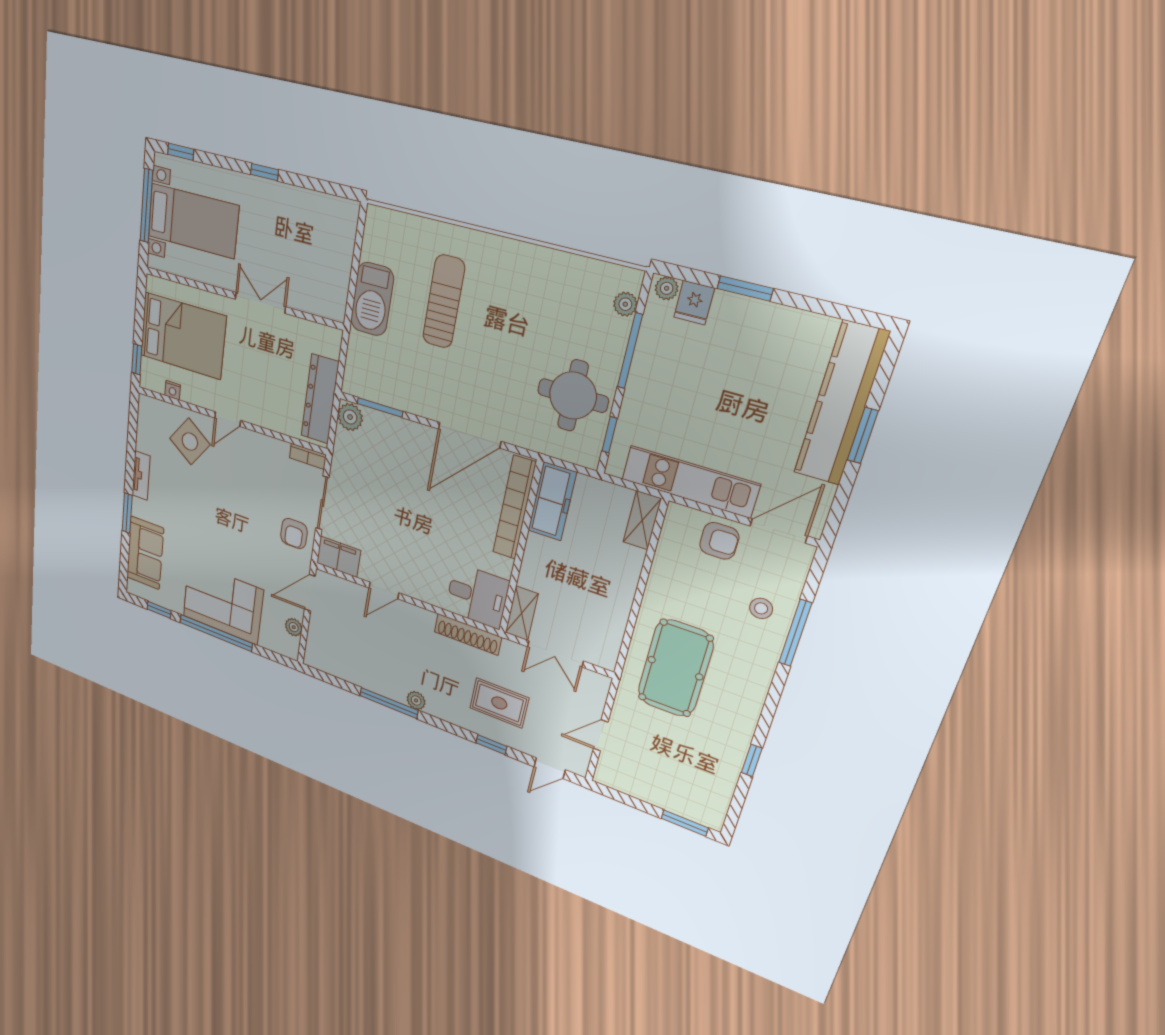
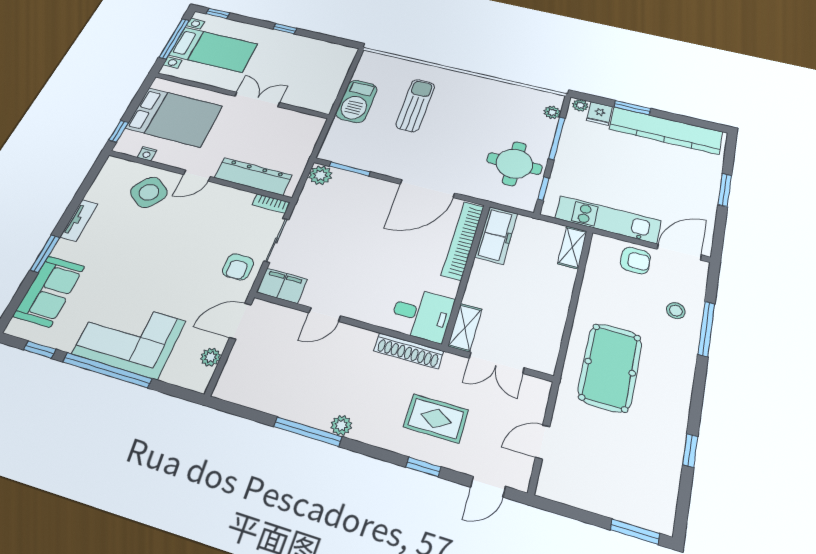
dresser: (320, 399) -> (253, 176), moved, turned 90
kitchen counter: (841, 404) -> (666, 130), moved, turned -90

